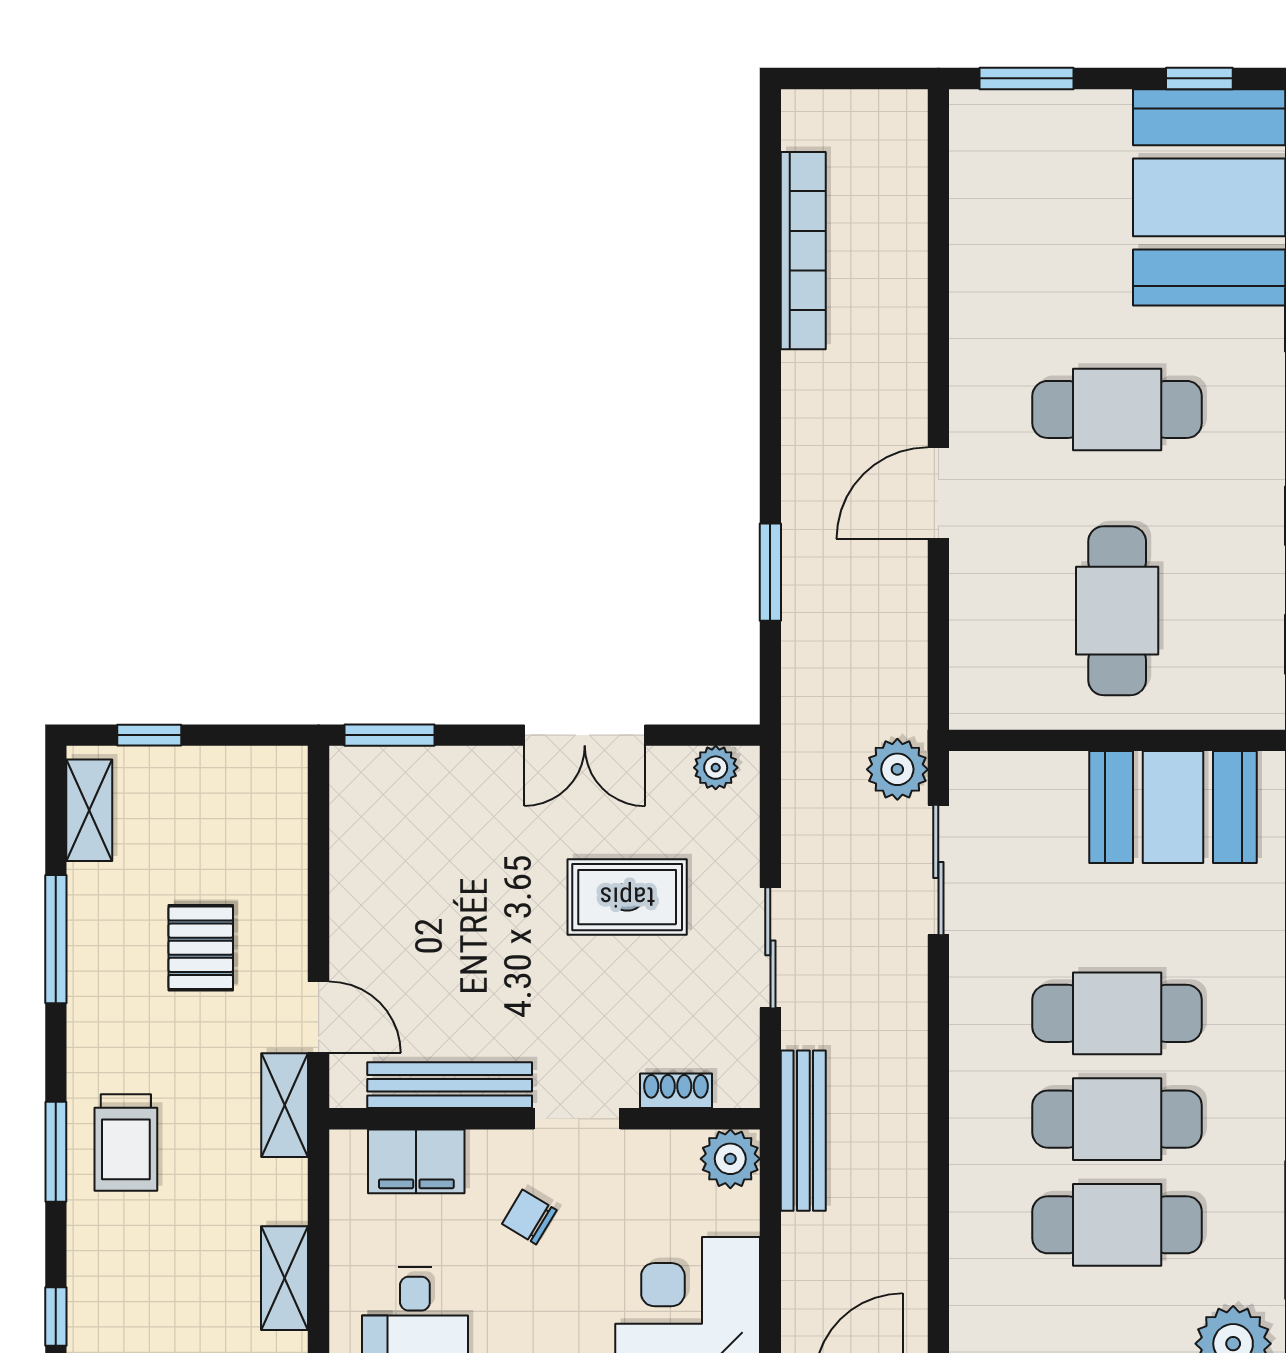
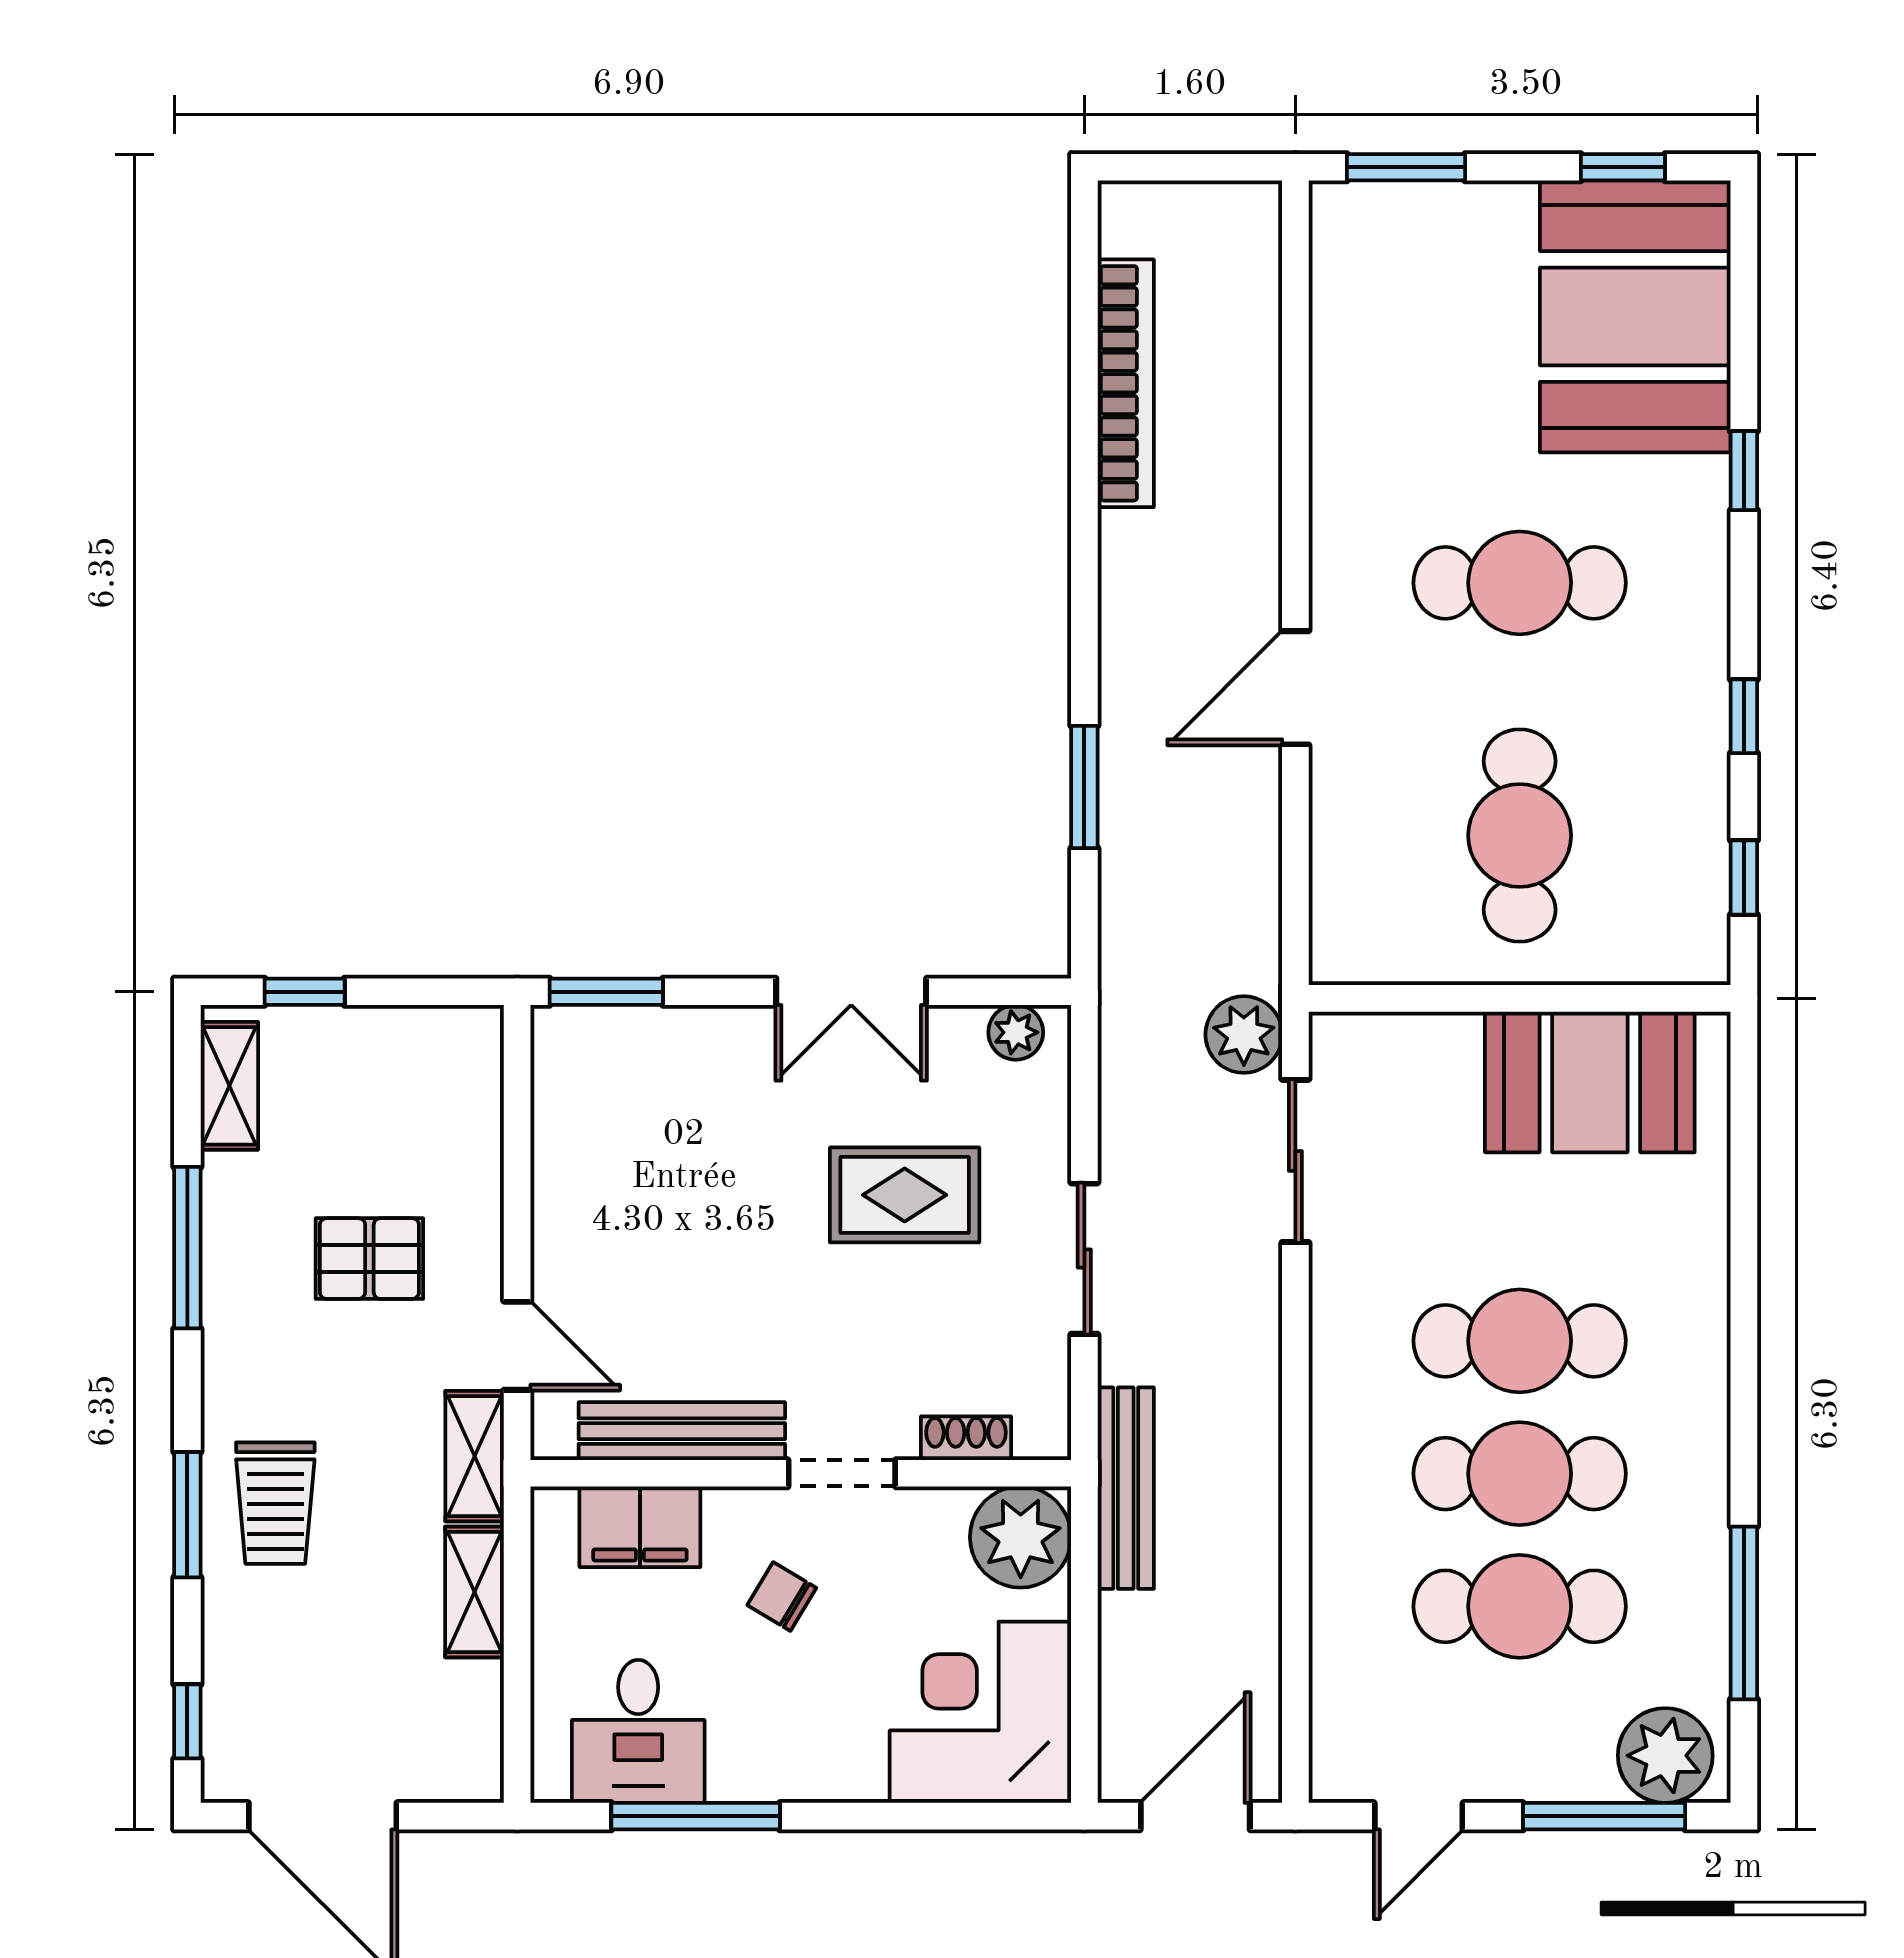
pallet: (201, 948) -> (369, 1259), turned 90
plant: (730, 1159) -> (1021, 1537), width x1.36, depth x1.36
shelving: (285, 1278) -> (475, 1592), moved

